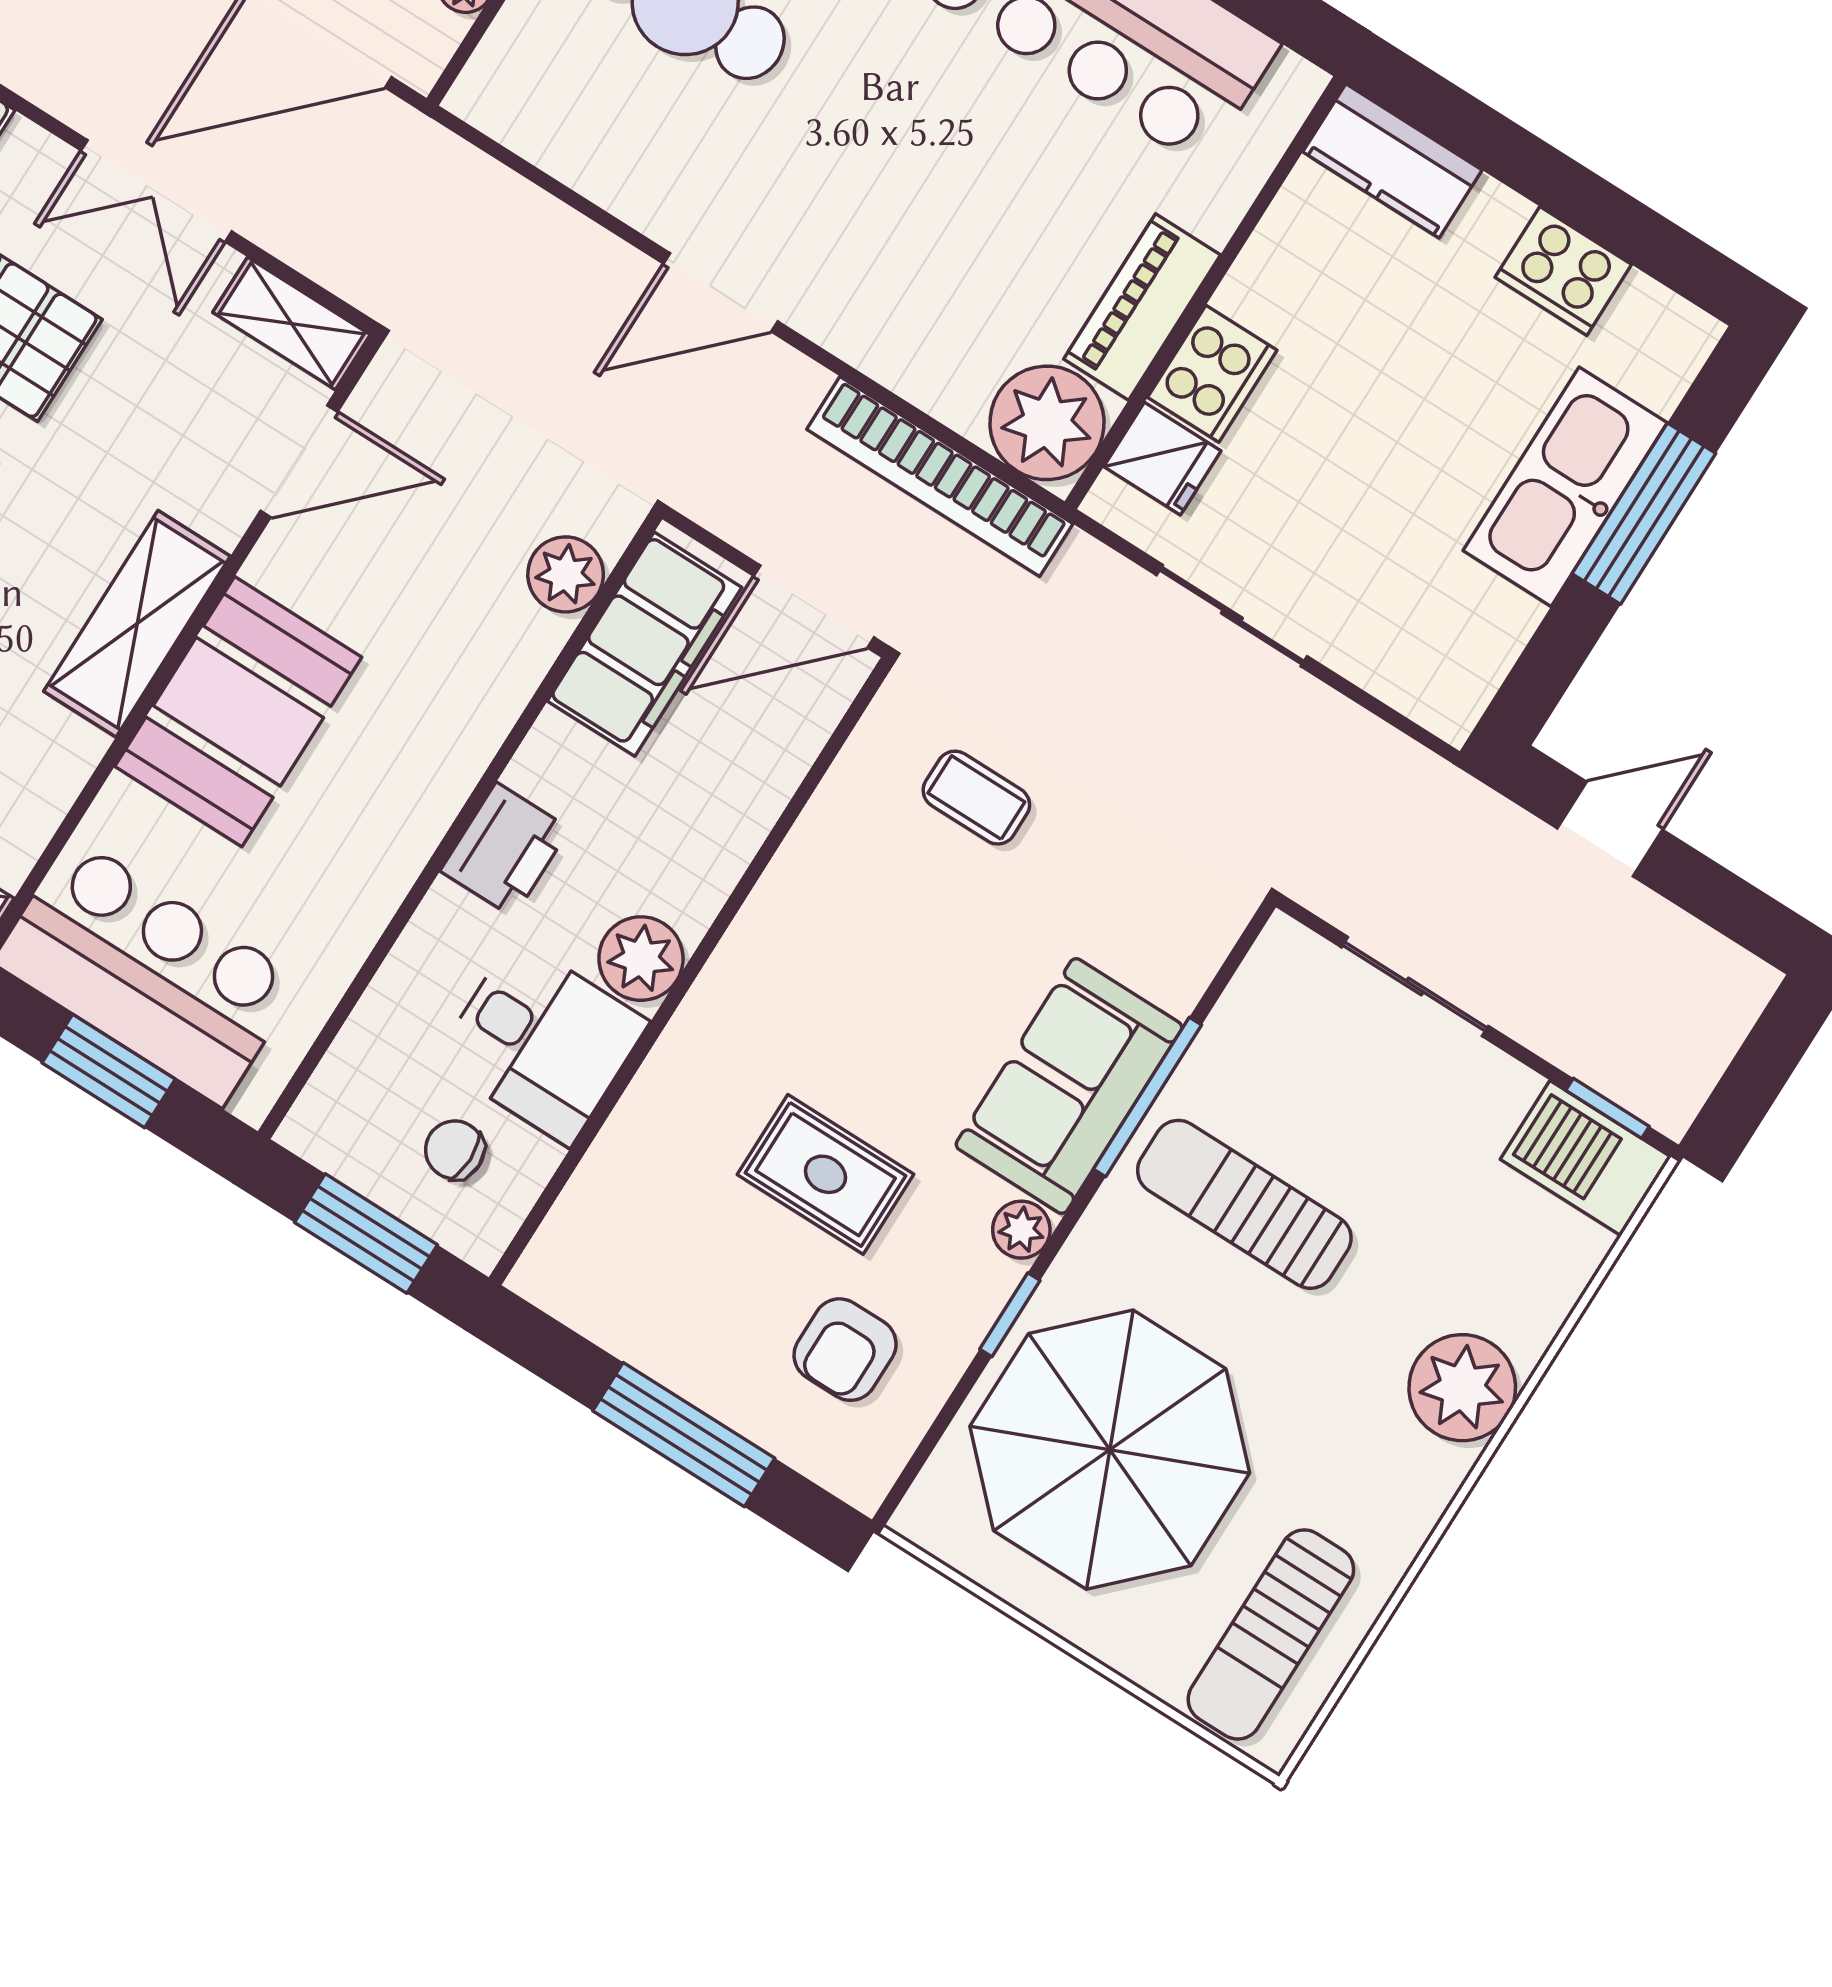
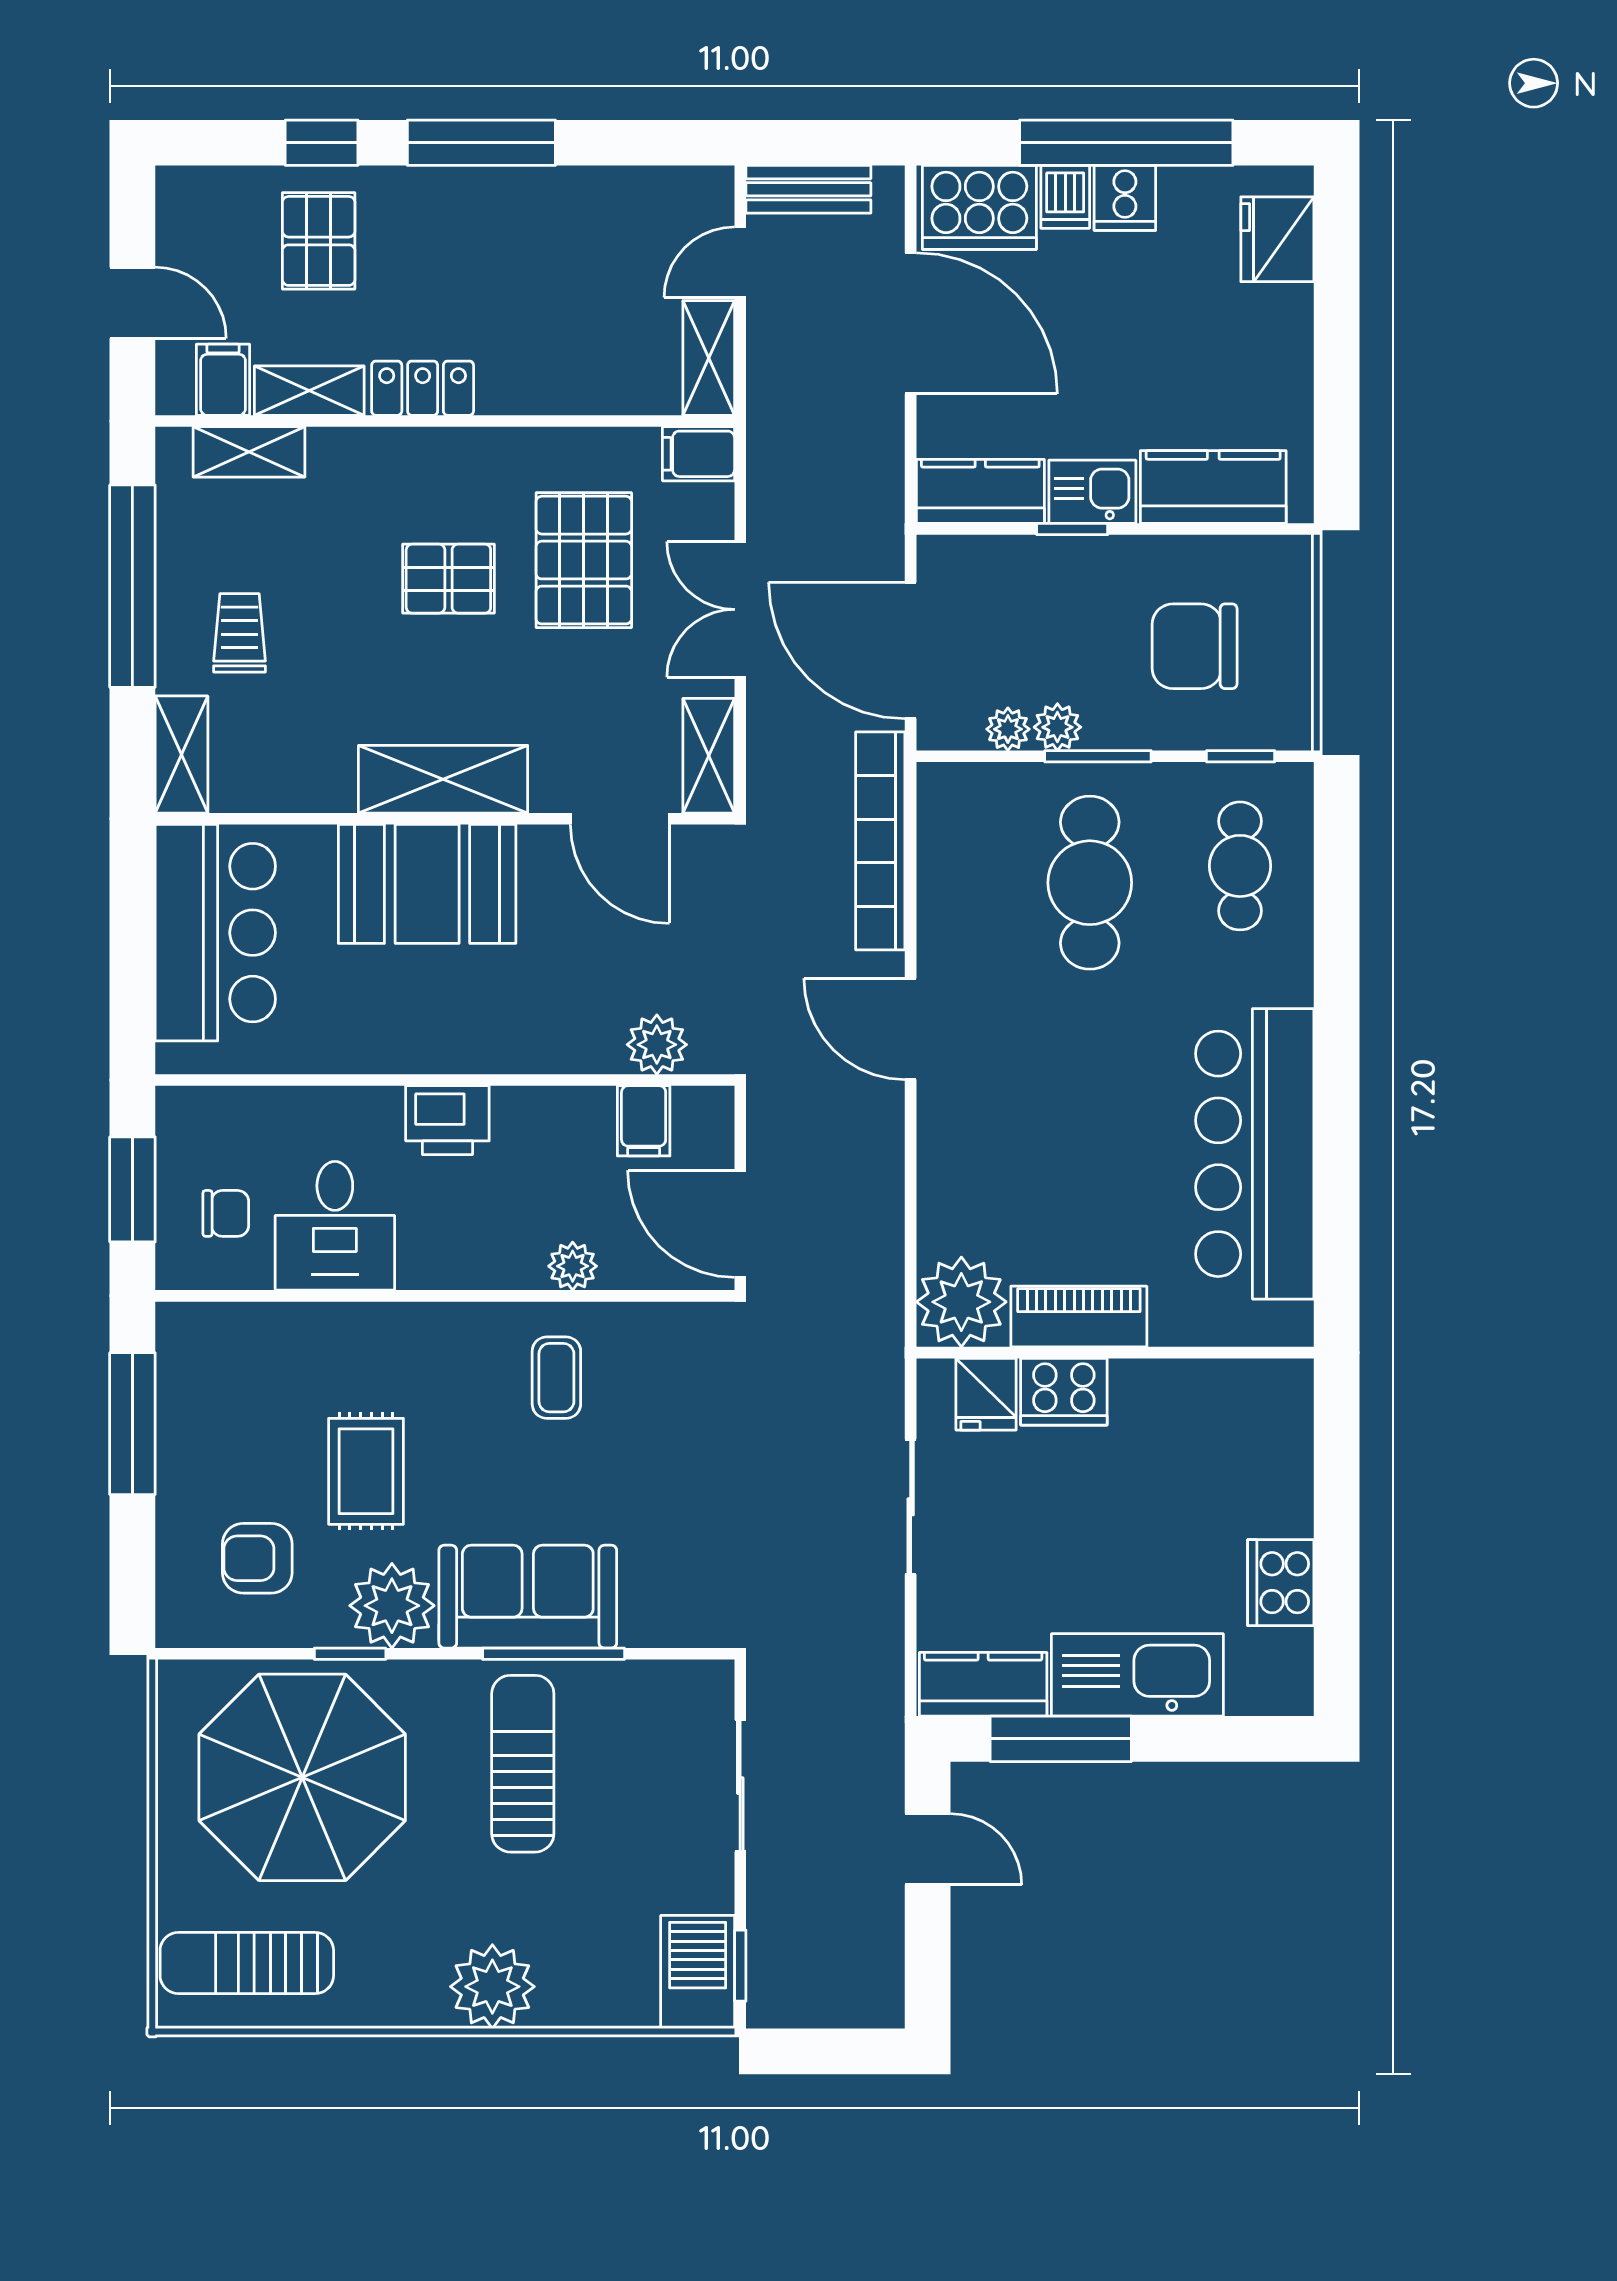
kitchen counter: (1392, 161) -> (983, 1684), moved, turned 90
bookcase: (940, 476) -> (880, 841), moved
window: (1644, 514) -> (1061, 1739), moved
filing cabinet: (644, 644) -> (644, 1121), width x0.33, depth x0.86
coffee table: (976, 798) -> (556, 1378), moved
plant: (641, 959) -> (573, 1266), moved, width x0.73, depth x0.73
window: (109, 1071) -> (132, 949), removed
chair: (455, 1150) -> (226, 1213), turned 90
plant: (1021, 1230) -> (392, 1606), width x1.88, depth x1.88
window: (684, 1435) -> (132, 1424), moved

